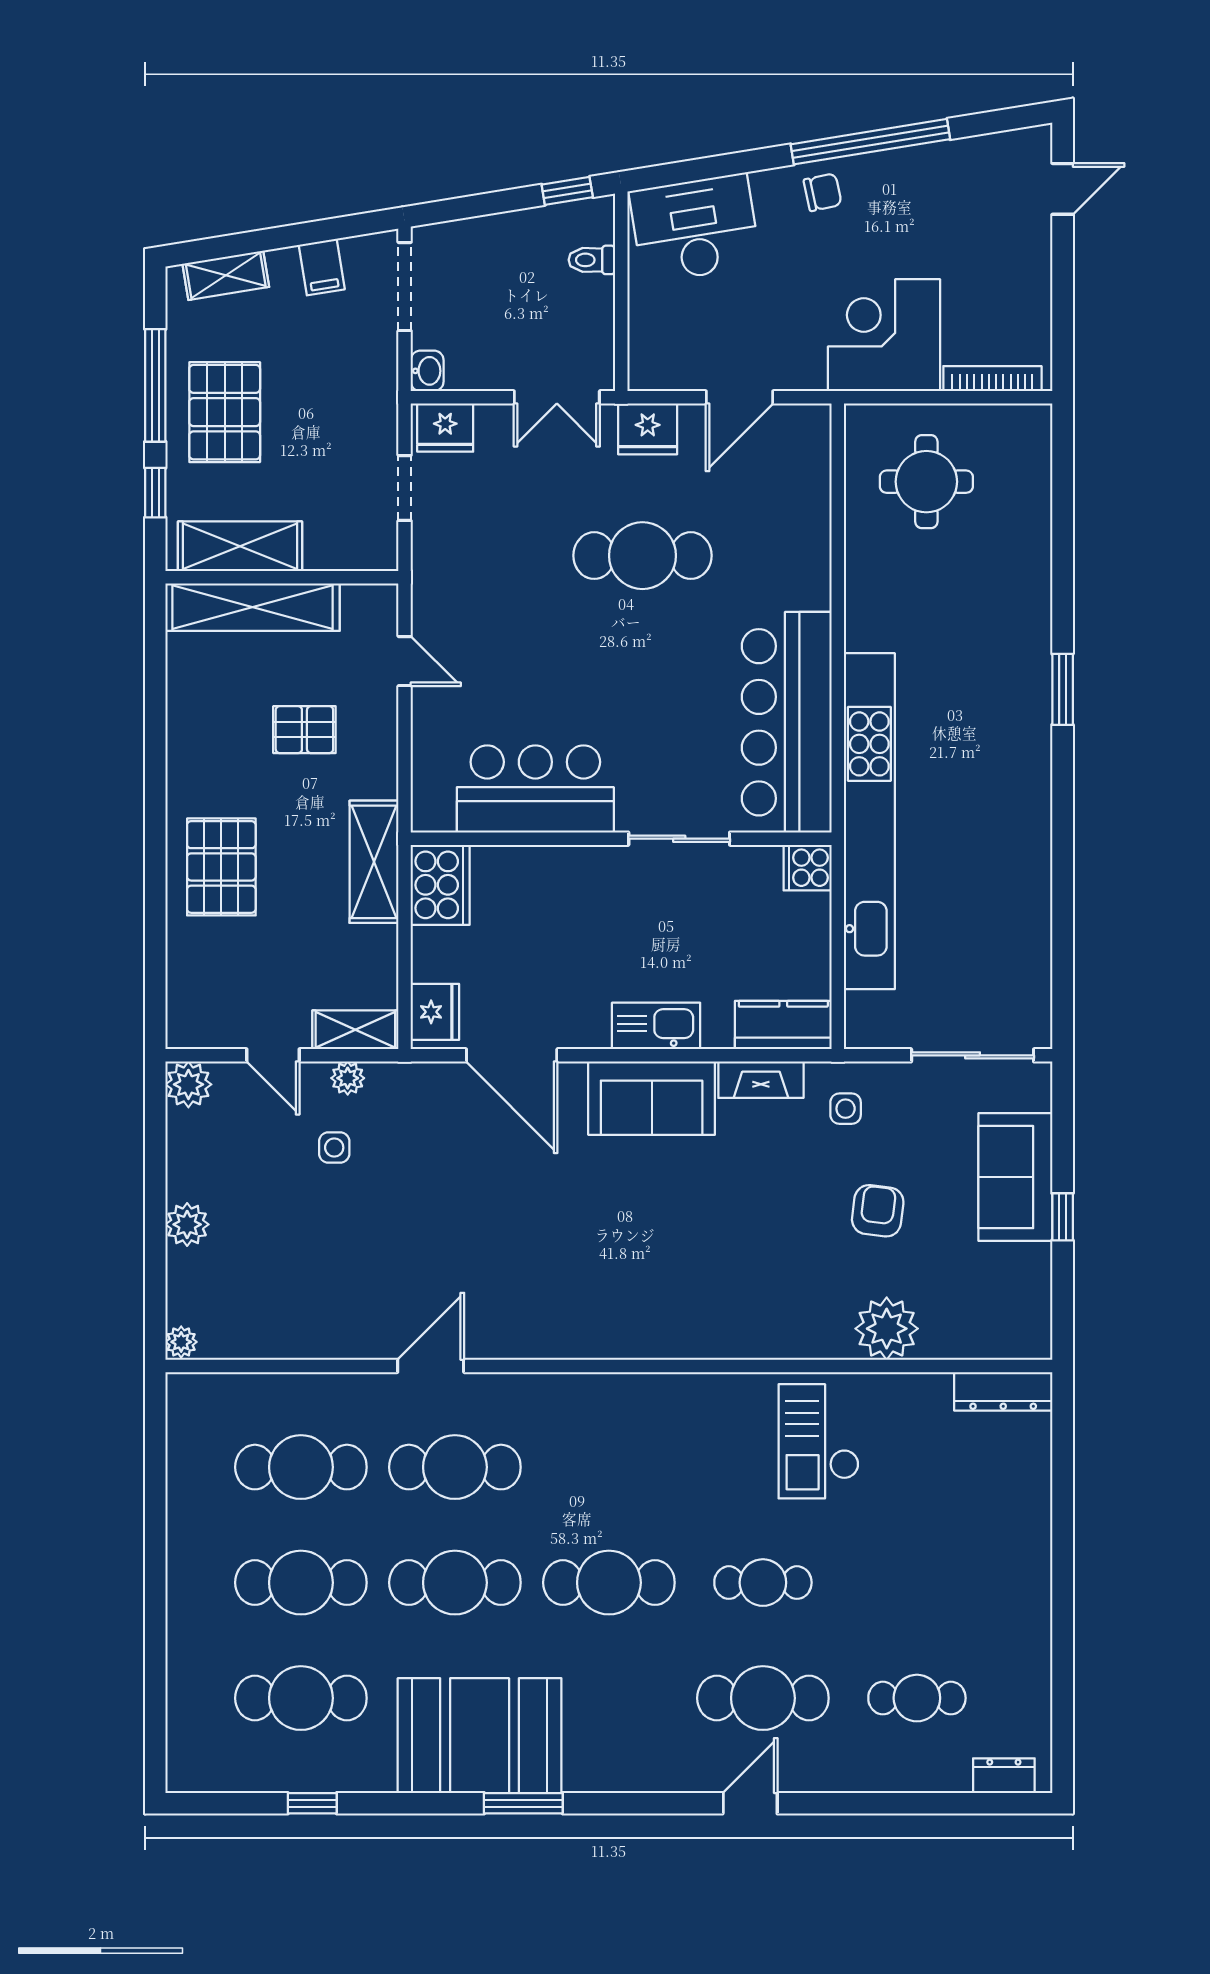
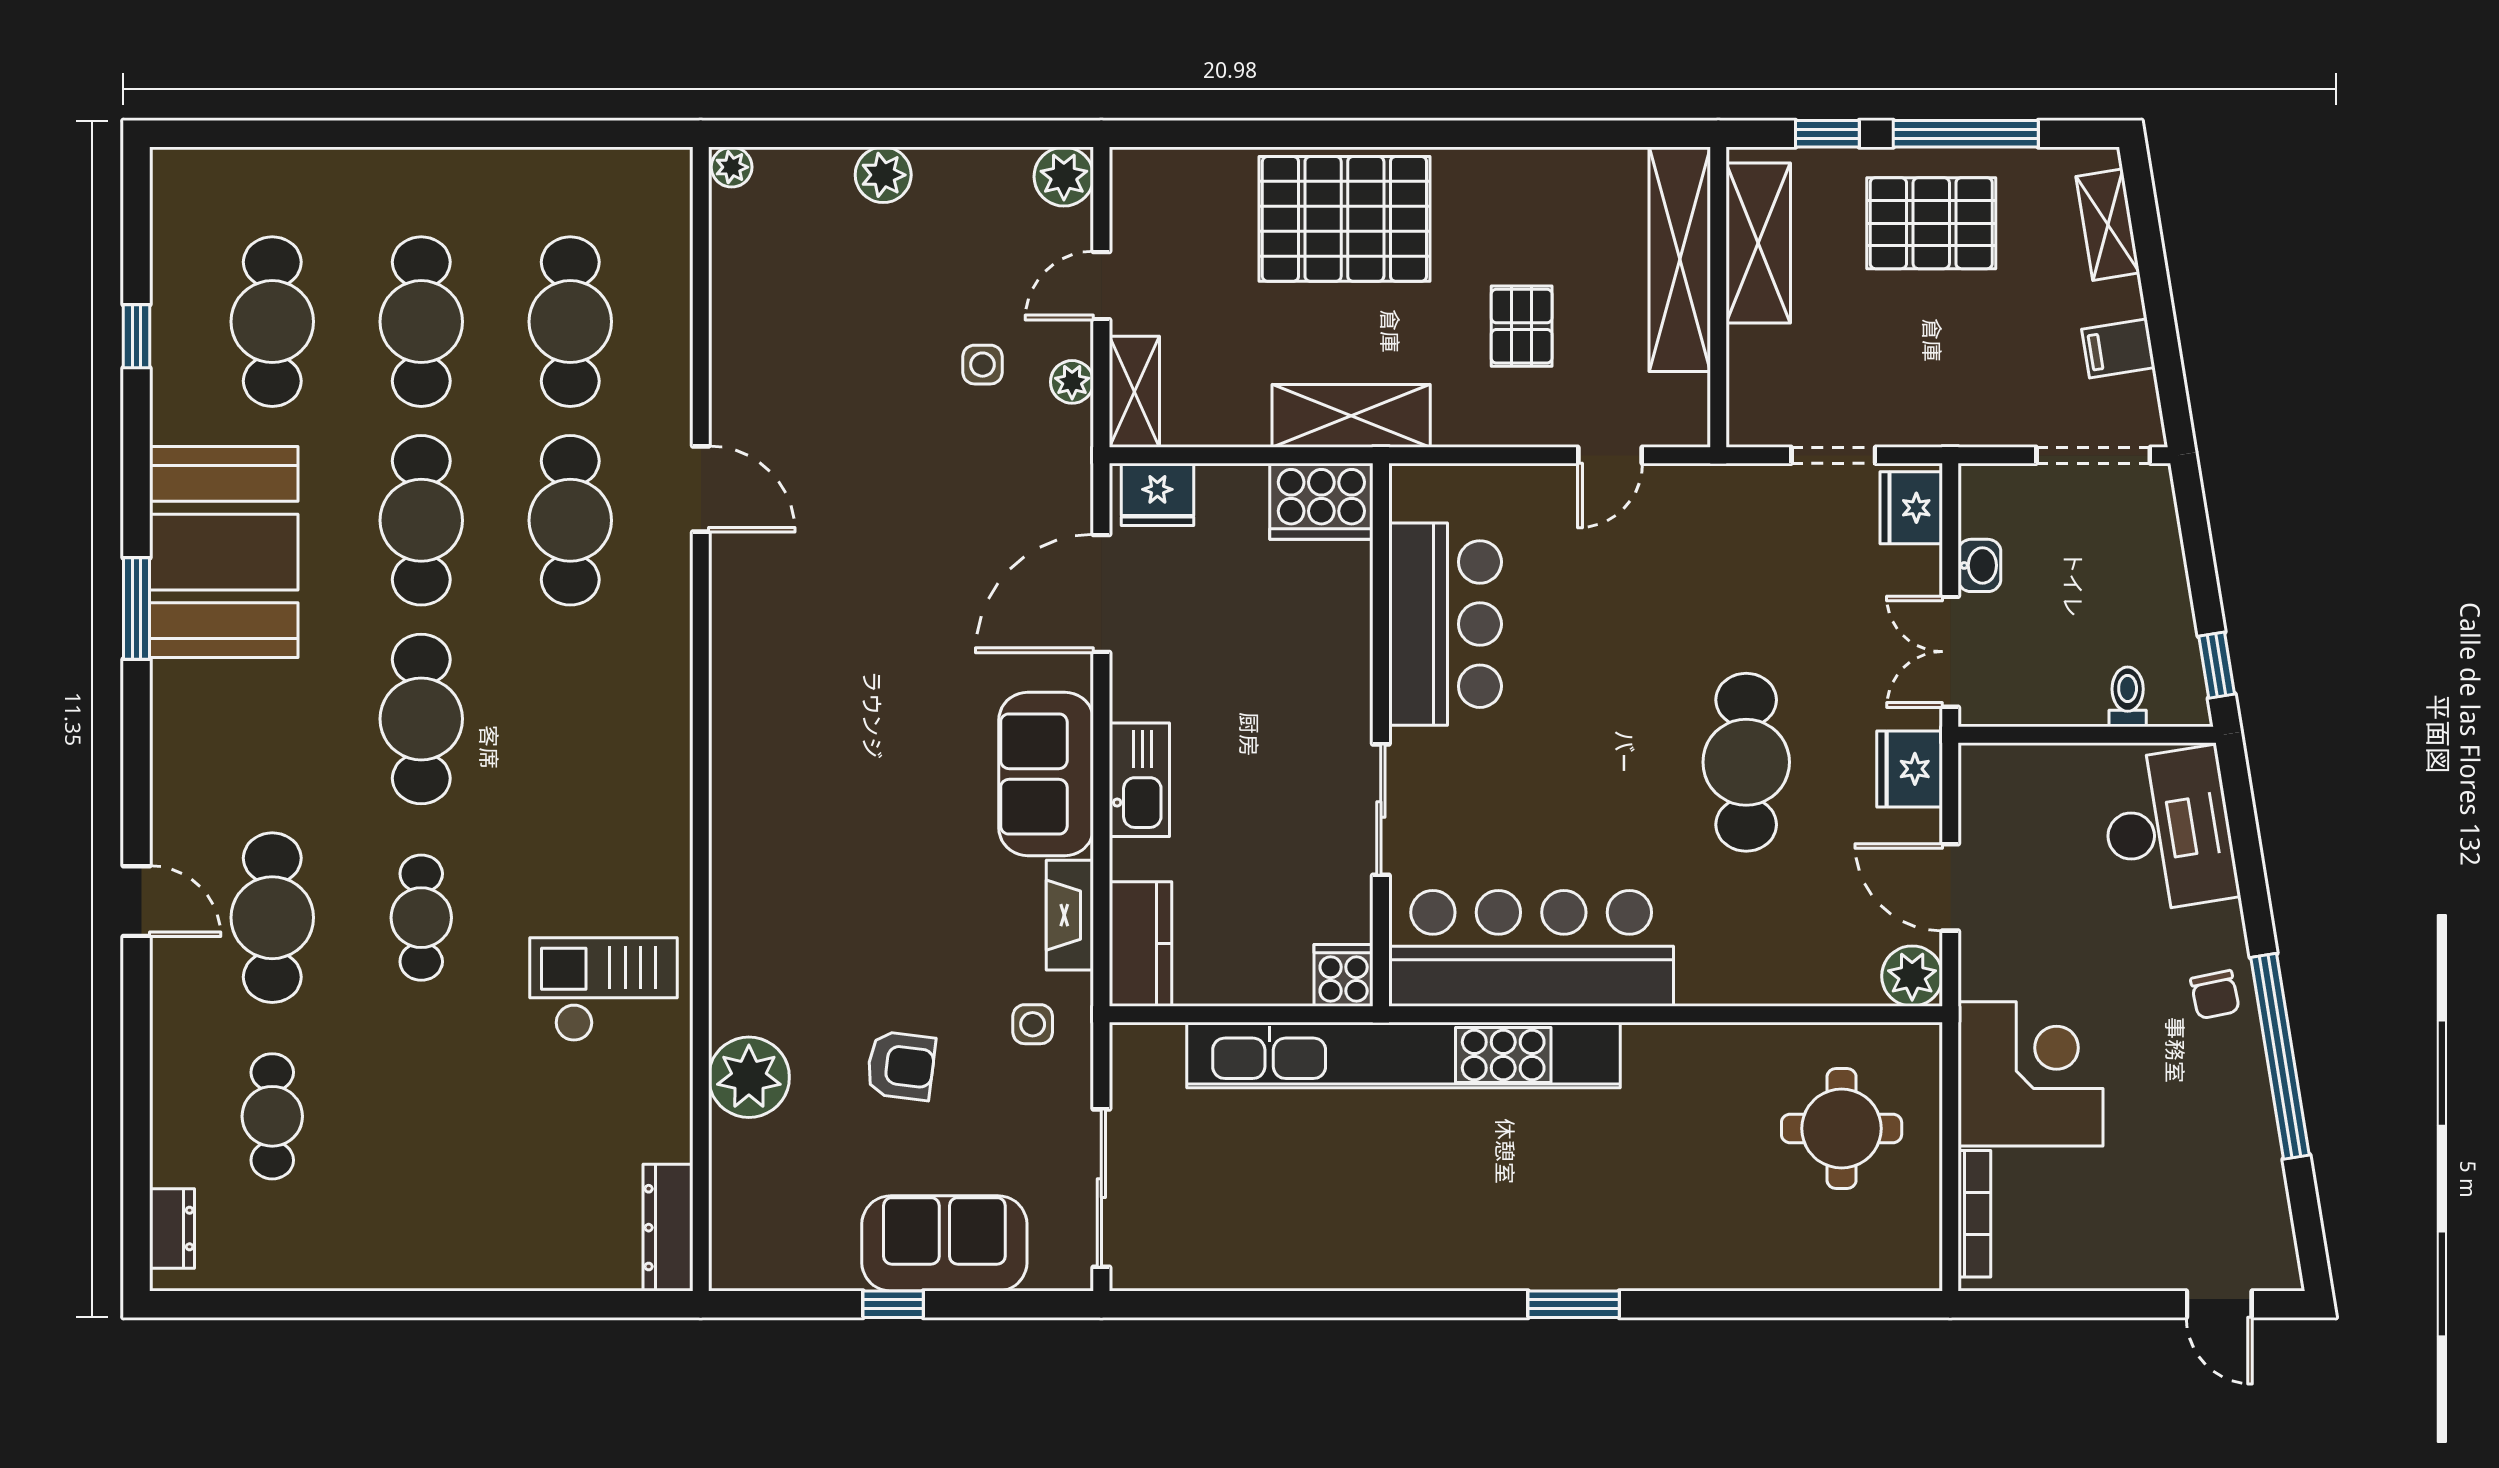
washbasin: (427, 371) -> (1979, 565), moved, turned -90
plant: (808, 427) -> (1912, 976), added
pallet: (221, 867) -> (1344, 219), width x1.37, depth x1.41

